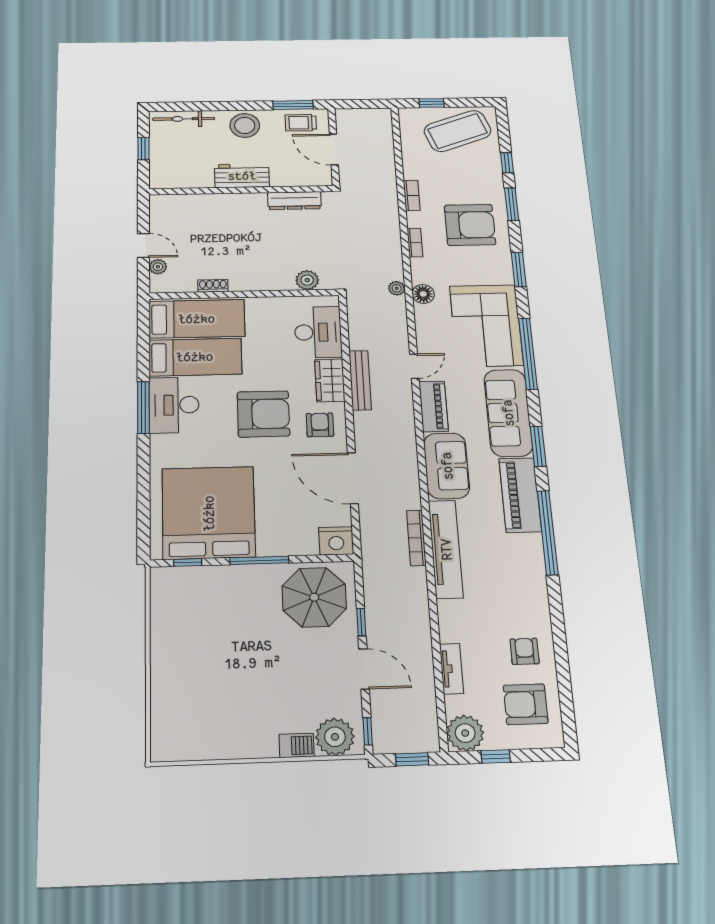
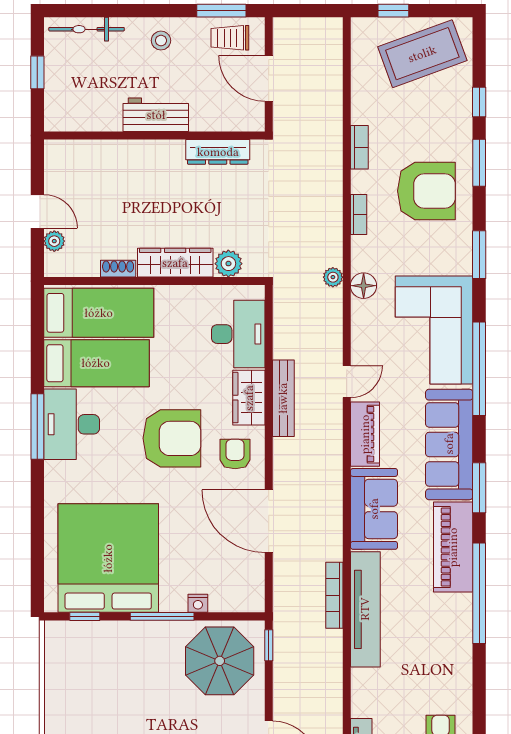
stool: (245, 125) -> (161, 41), width x0.53, depth x0.53
wardrobe: (262, 280) -> (175, 263), added
nightstand: (336, 541) -> (198, 603), moved, width x0.53, depth x0.56
window: (361, 622) -> (269, 645), moved

